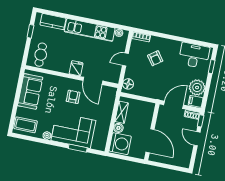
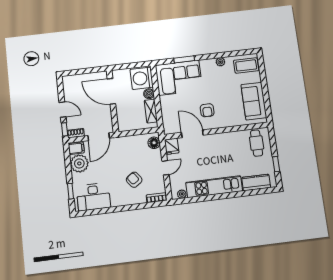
fridge: (76, 68) -> (172, 146), moved
corner sofa: (73, 130) -> (179, 78), moved

